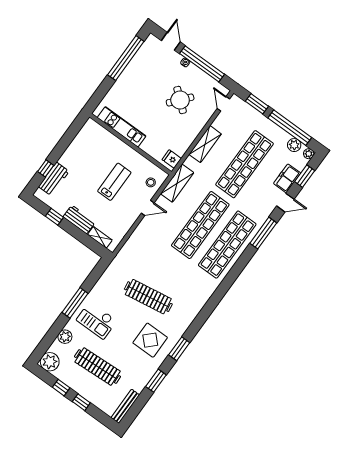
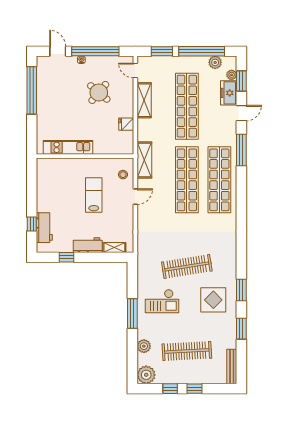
shelving: (205, 144) -> (144, 100), moved
plant: (309, 154) -> (232, 75), moved
fridge: (172, 159) -> (126, 124), moved
checkout: (97, 320) -> (162, 301), moved

